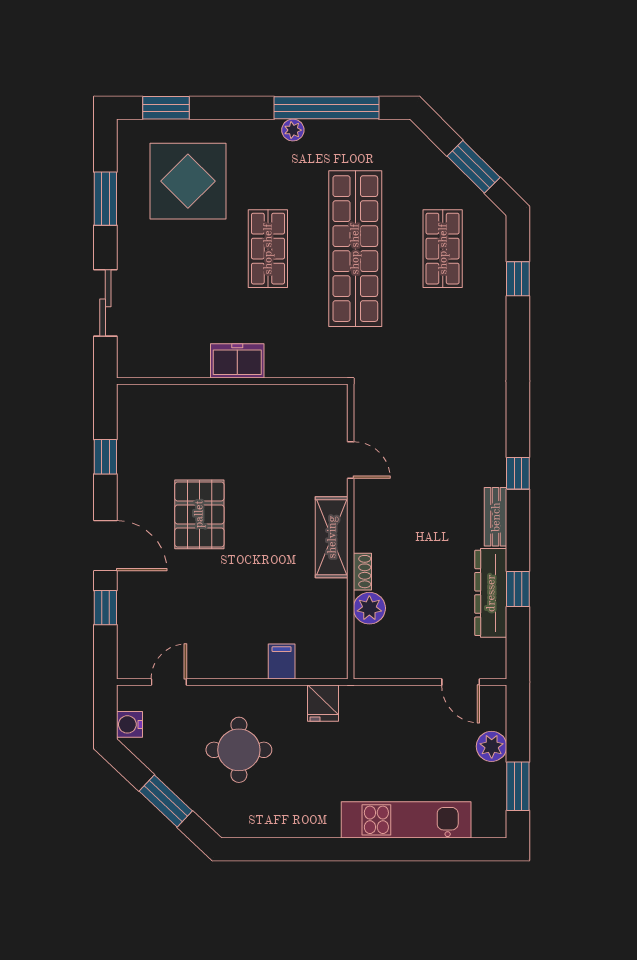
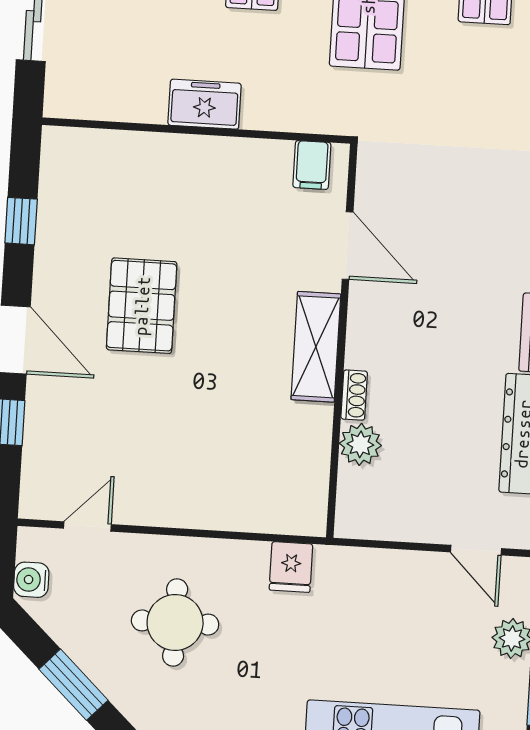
door: (351, 460) -> (348, 246), width x1.37
filing cabinet: (282, 662) -> (312, 165), moved, turned 180

